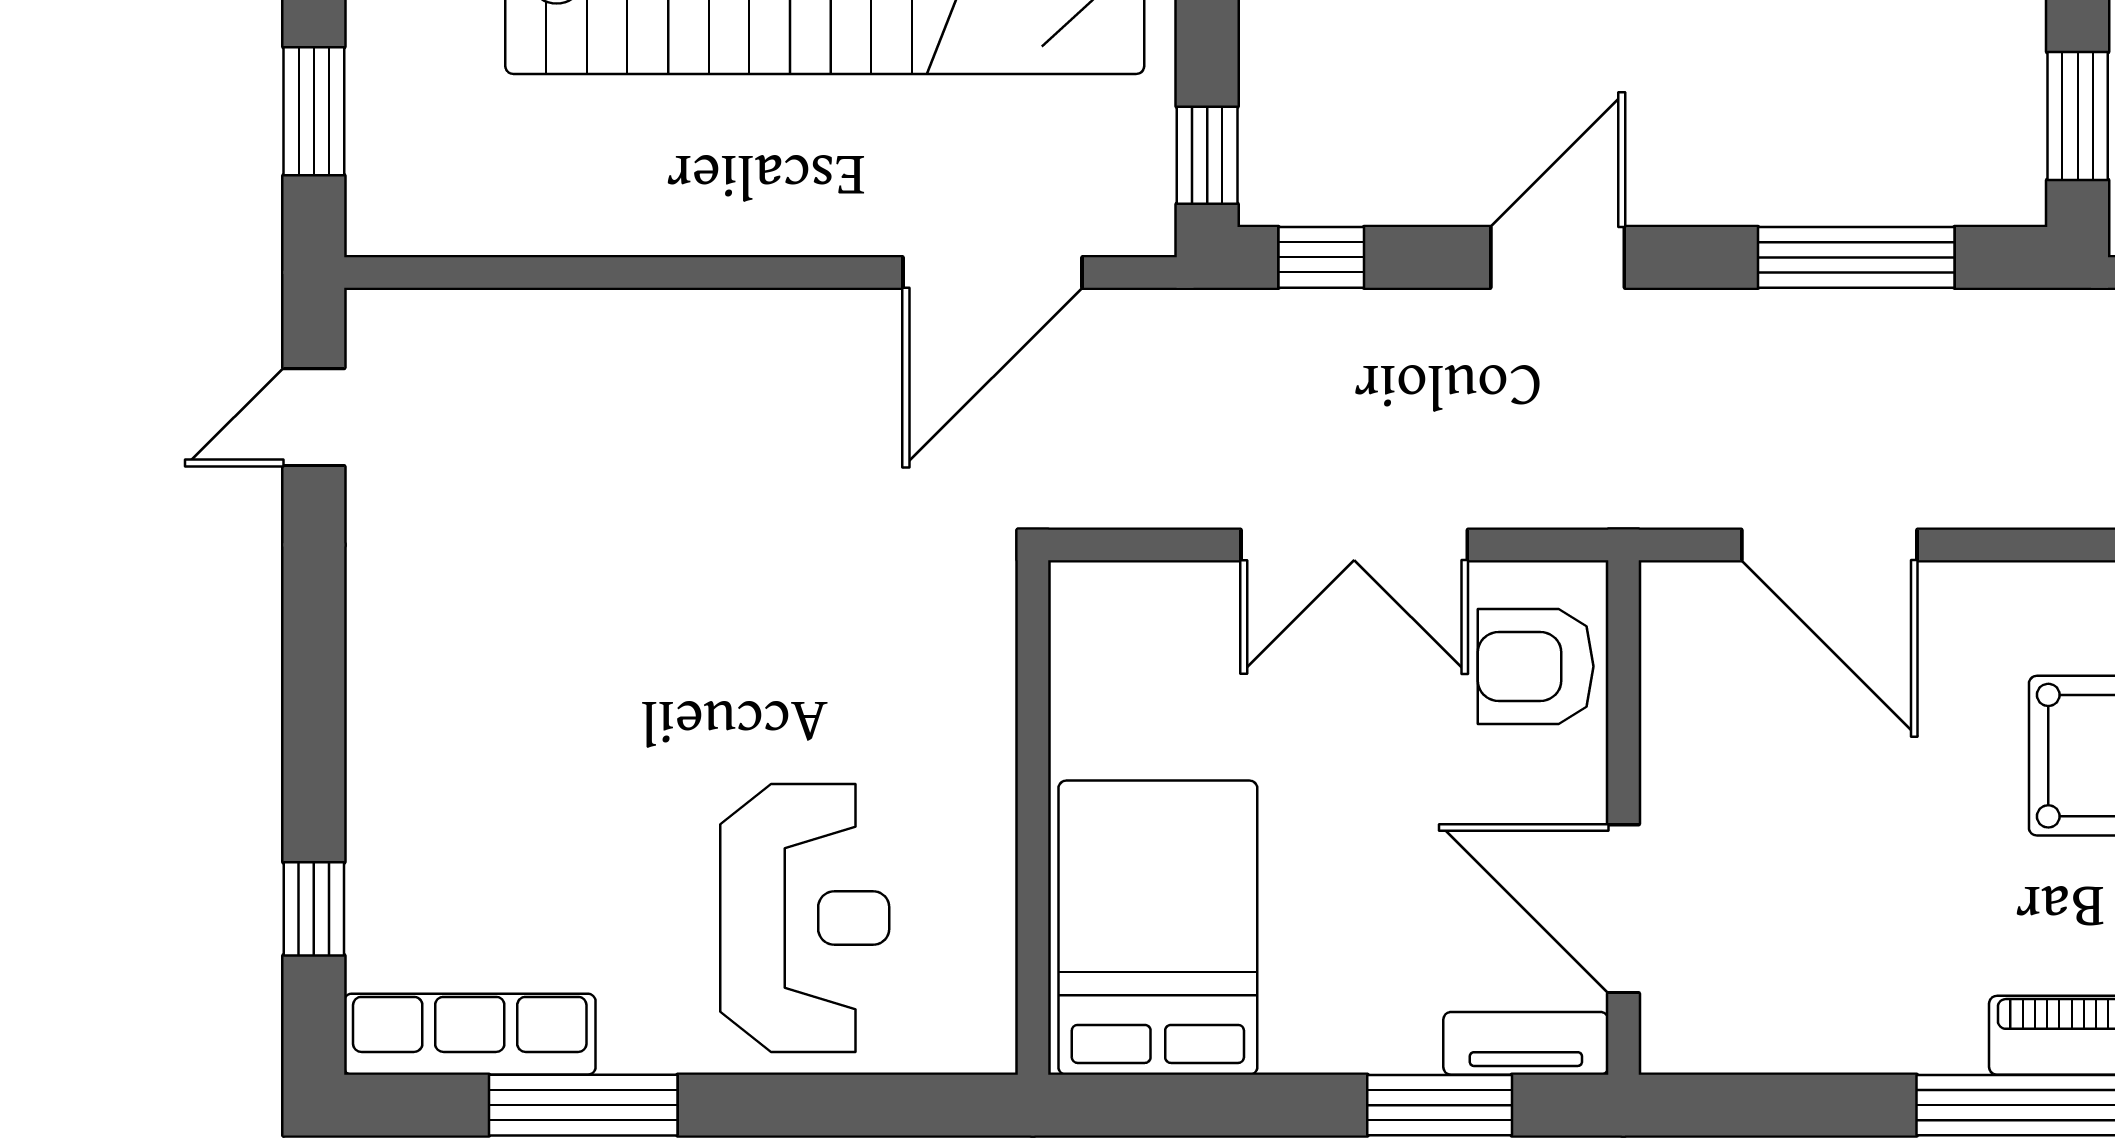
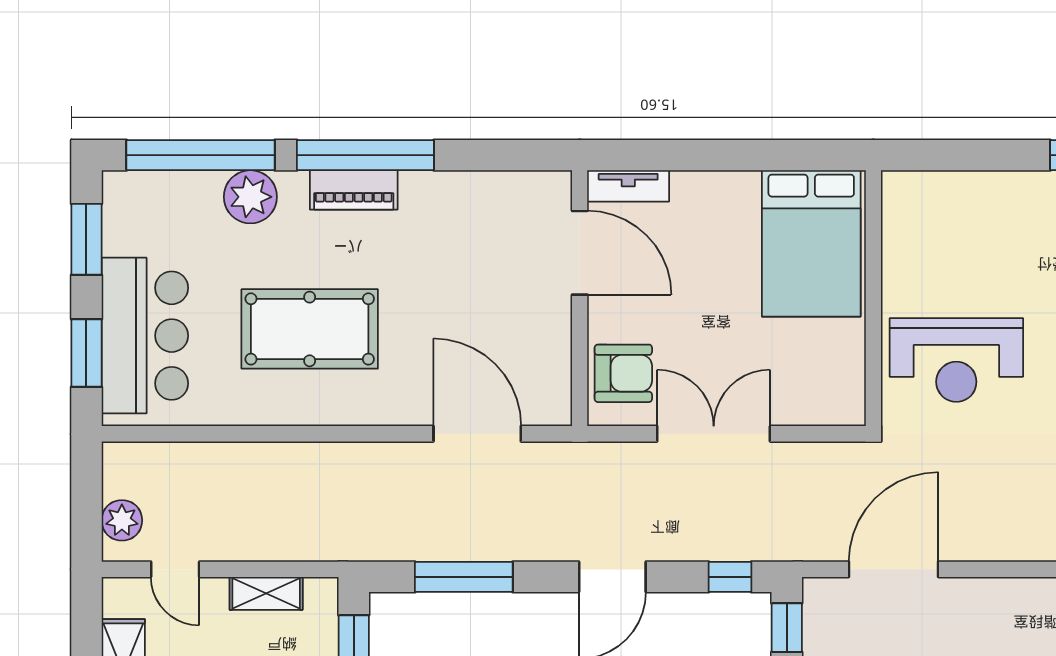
reception desk: (805, 918) -> (956, 360), moved, turned -90
window: (1440, 1105) -> (671, 155), removed

